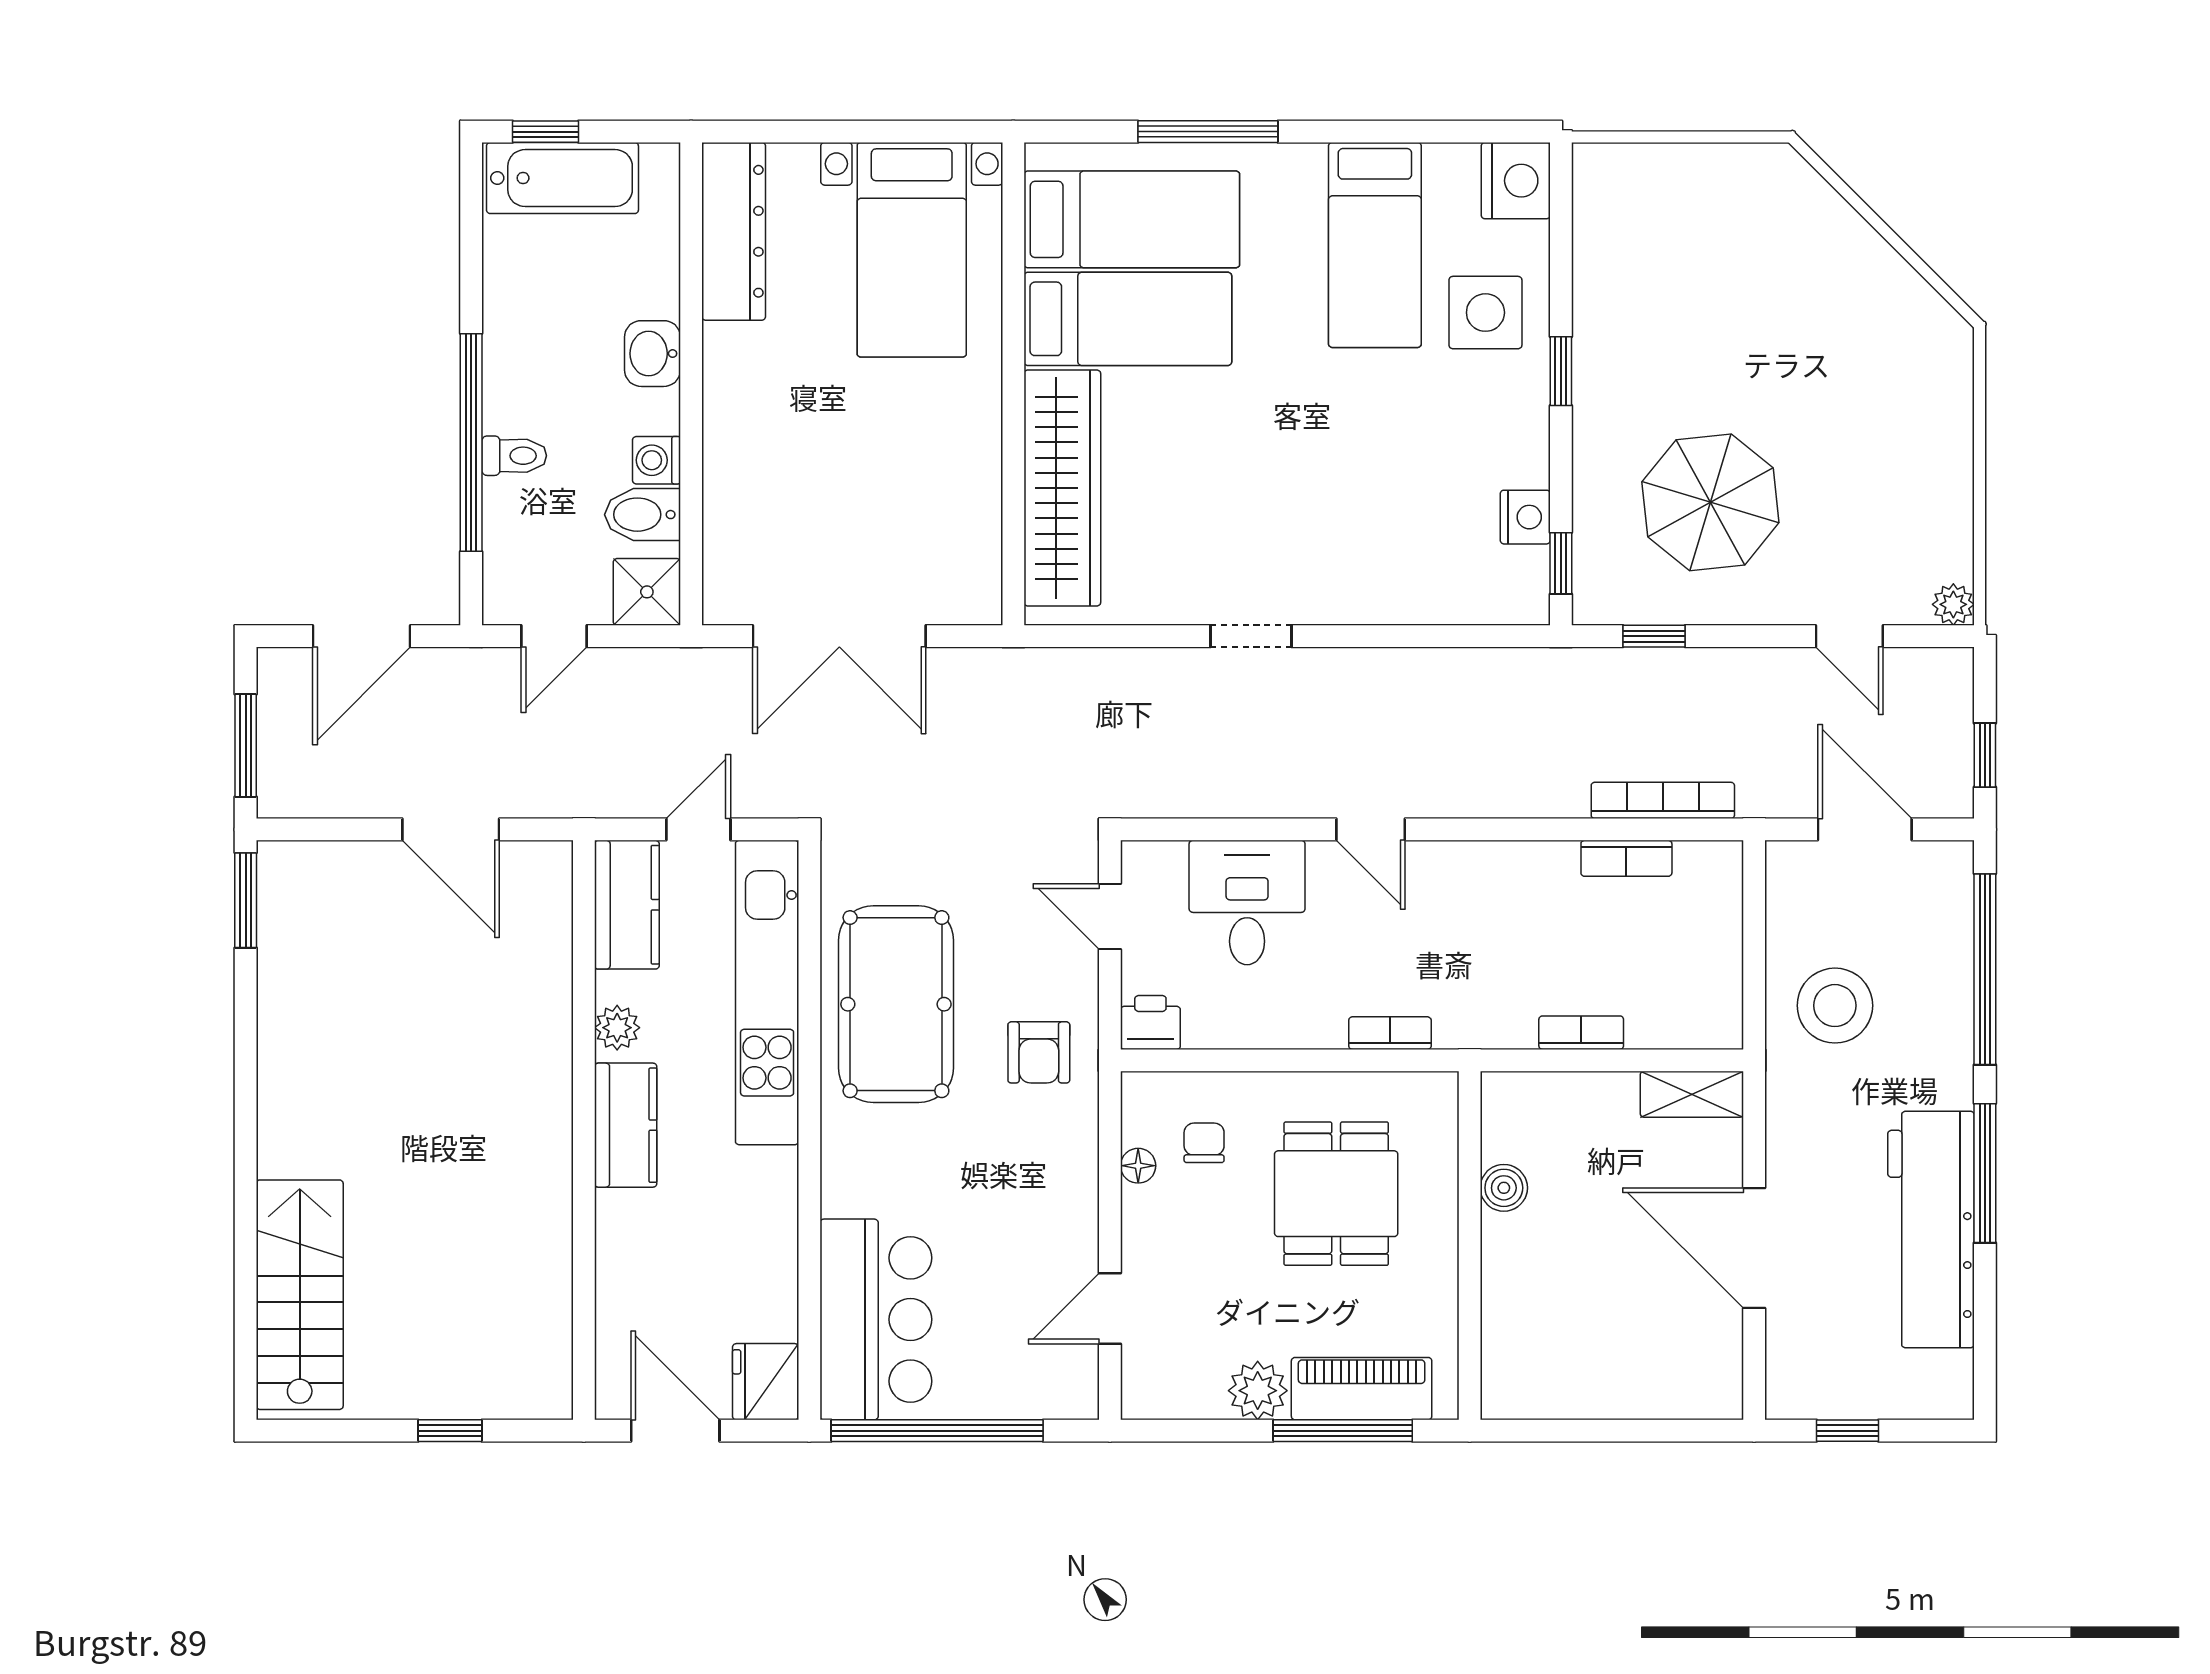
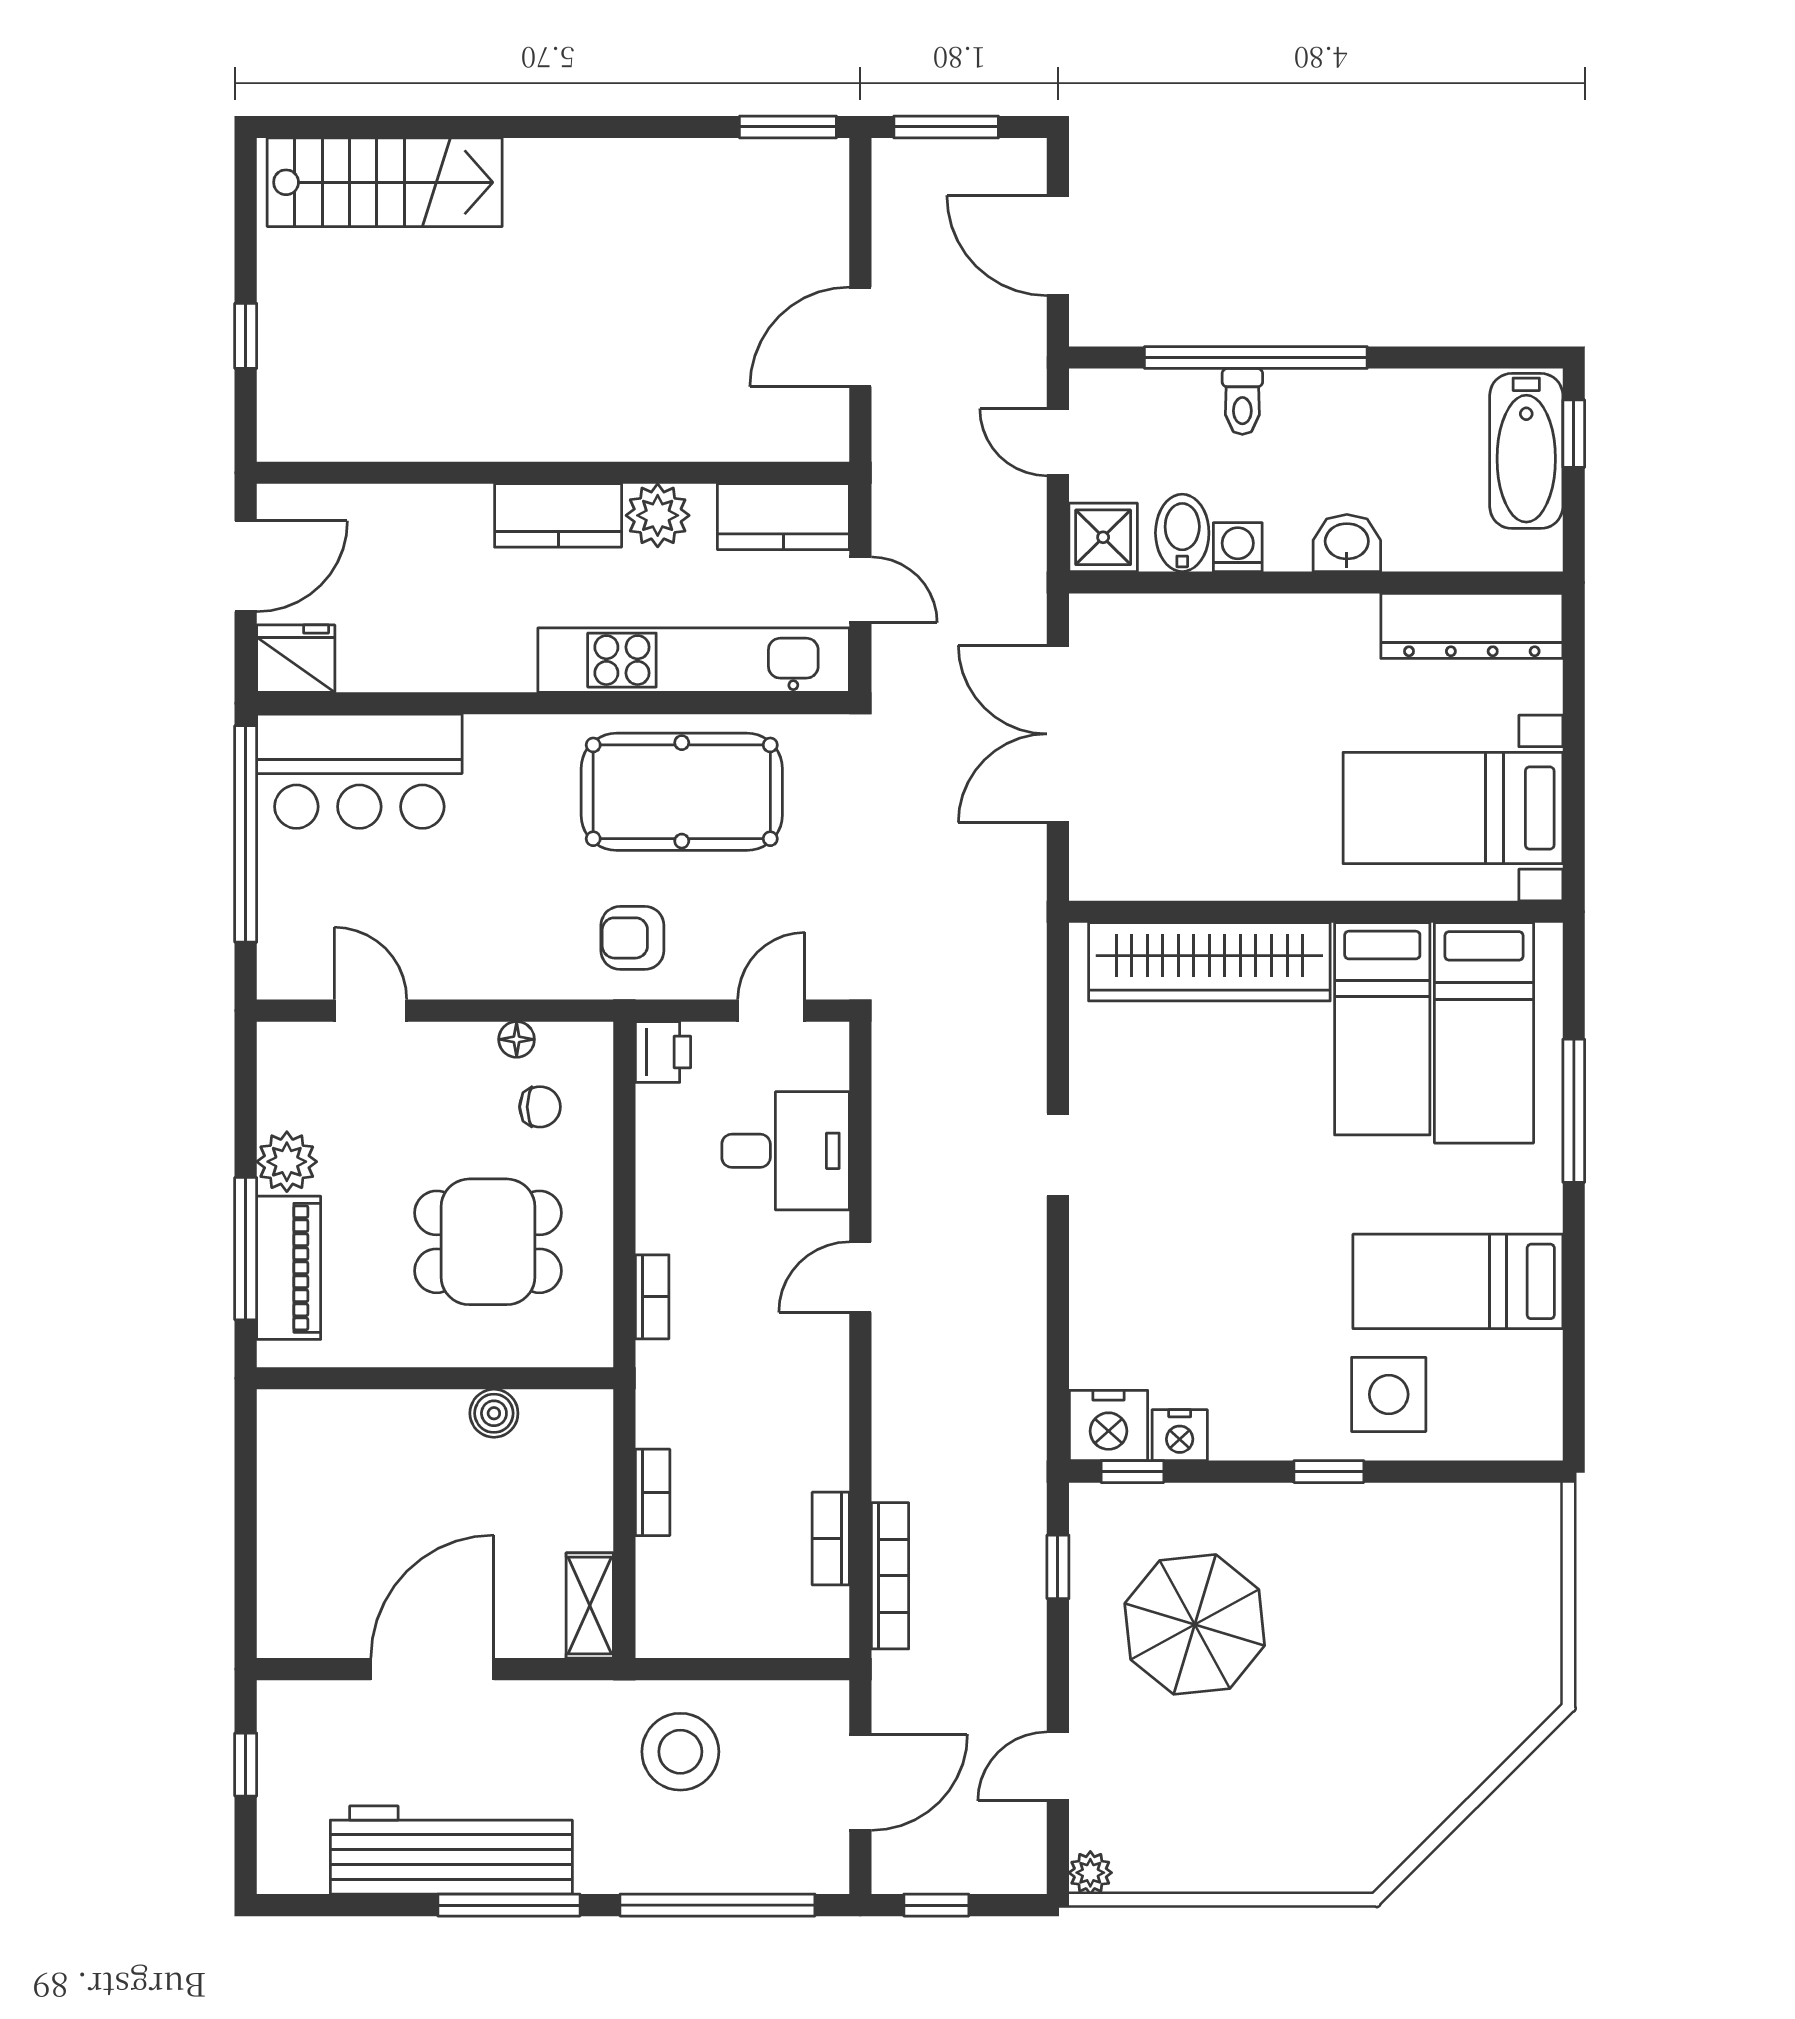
nightstand: (1516, 181) -> (1108, 1425), moved
plant: (617, 1028) -> (658, 515), width x1.38, depth x1.38

